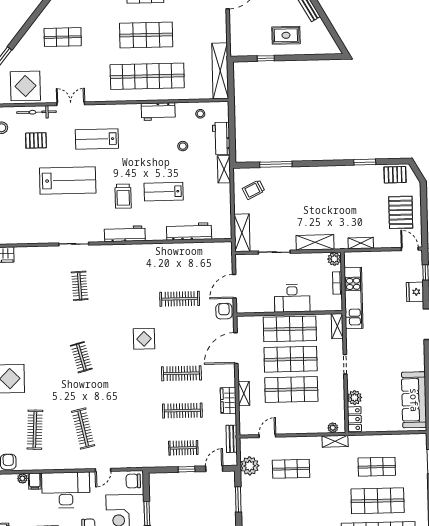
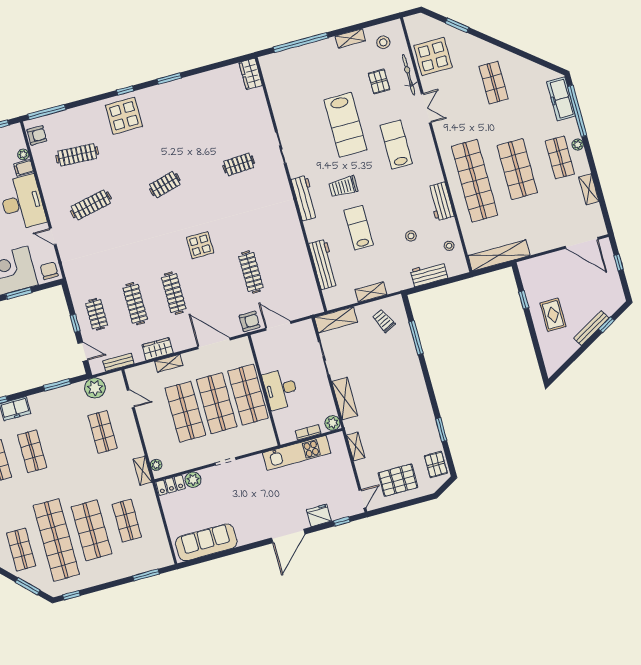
shelving: (224, 169) -> (371, 292), moved
shelving: (337, 326) -> (263, 443), removed

